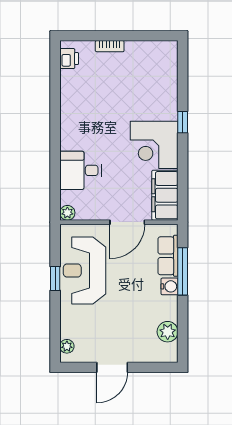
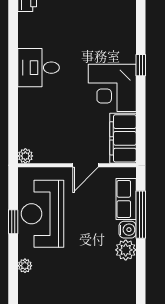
desk: (81, 170) -> (39, 68), moved
door: (127, 222) -> (85, 165), width x0.73
plant: (168, 332) -> (126, 250), moved
plant: (67, 346) -> (25, 266), moved

